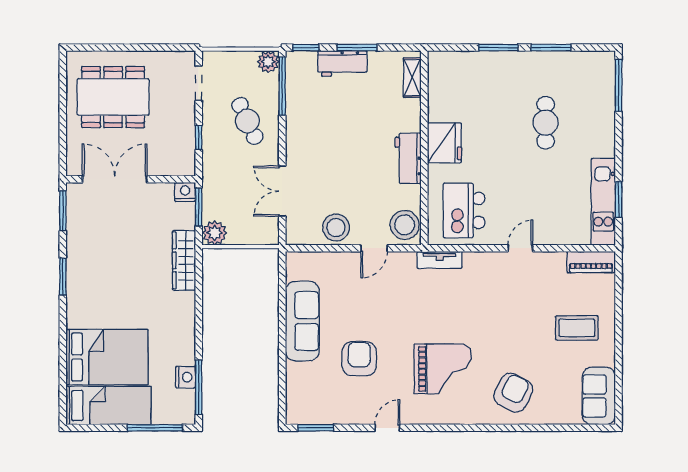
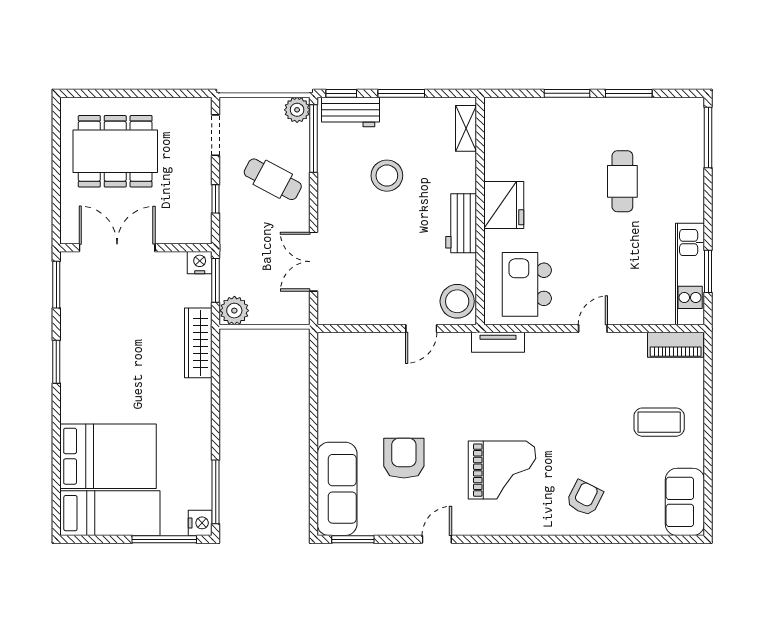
workbench: (342, 63) -> (350, 112), moved
cafe table: (247, 121) -> (273, 179), turned -37
stool: (336, 227) -> (387, 176), moved
sofa: (302, 321) -> (337, 489), moved
nightstand: (186, 377) -> (200, 523), moved
armchair: (513, 393) -> (585, 498), width x0.72, depth x0.72

